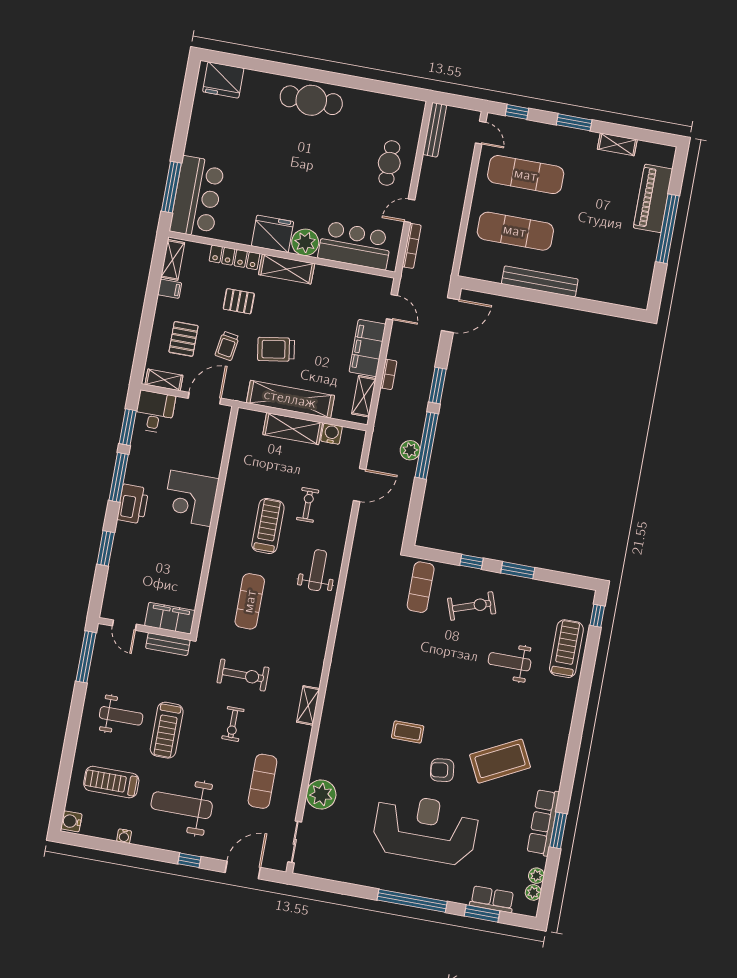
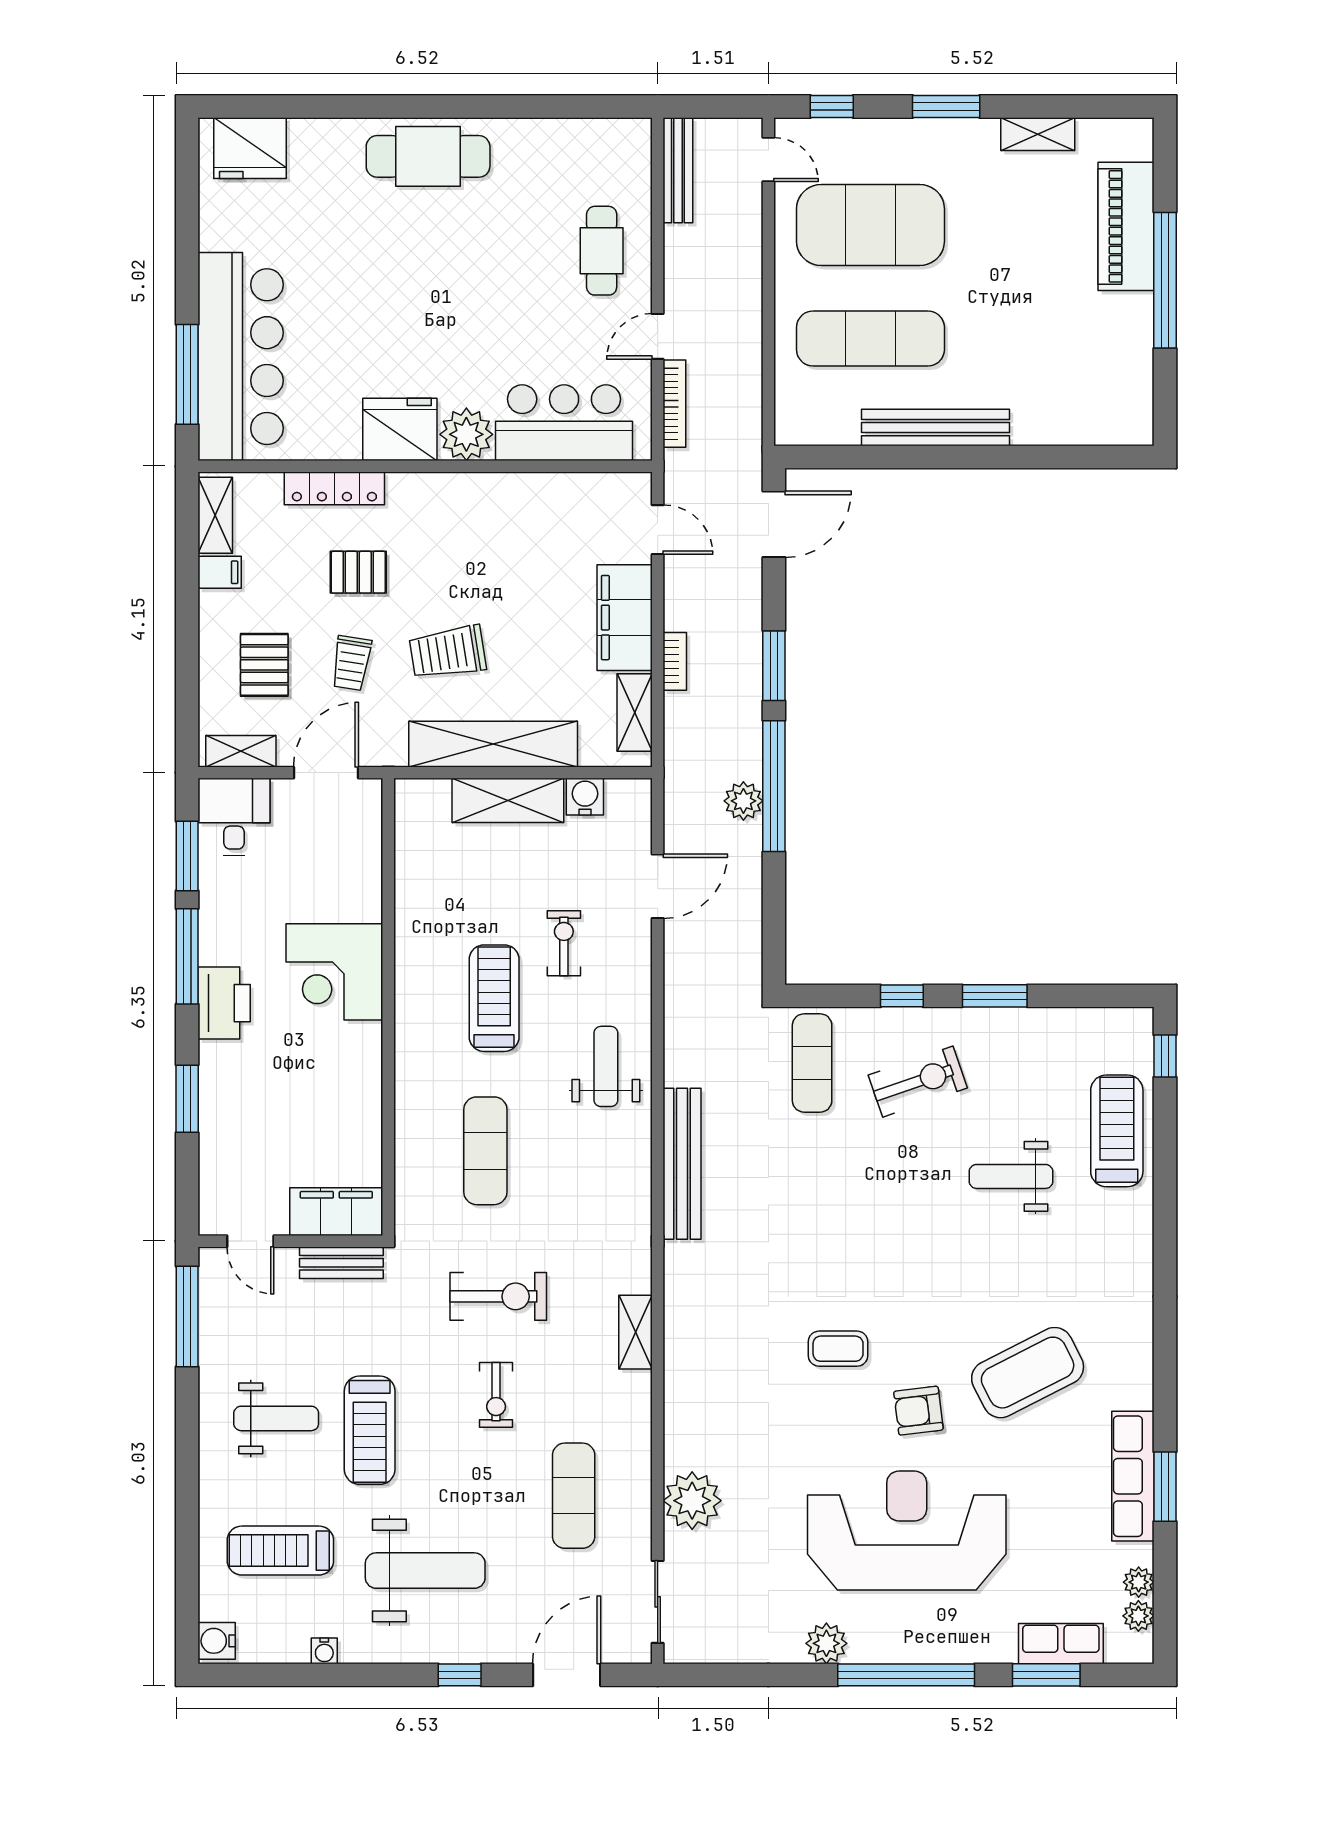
exercise mat: (526, 175) -> (870, 225), width x1.47
bar counter: (197, 197) -> (241, 357), width x1.36
shelving: (287, 269) -> (440, 493), removed
bench: (347, 626) -> (682, 1164), added
weight bench: (182, 805) -> (425, 1571), turned 180
plant: (375, 878) -> (826, 1643), added

